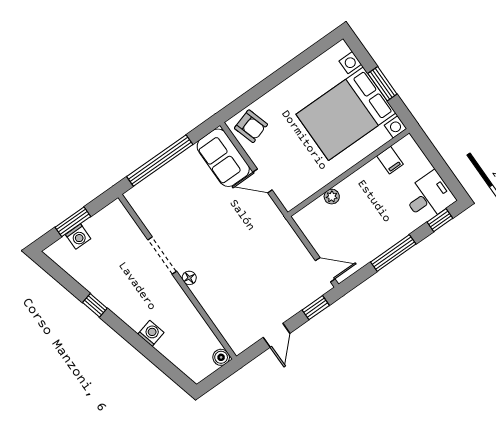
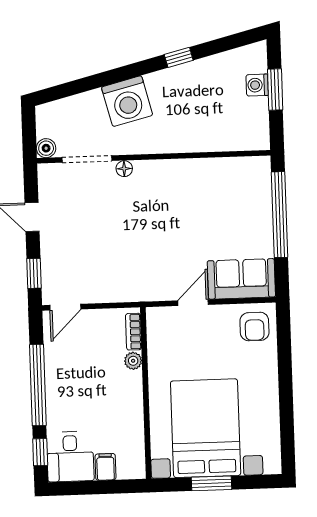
armchair: (251, 126) -> (254, 327), turned -73
filing cabinet: (390, 160) -> (105, 467), moved, turned 90
bookcase: (311, 210) -> (134, 332), added
window: (393, 253) -> (38, 385), width x1.46
doorway: (162, 256) -> (87, 159), moved
floor lamp: (189, 278) -> (124, 169), moved
washing machine: (151, 333) -> (127, 101), width x1.89, depth x1.89

